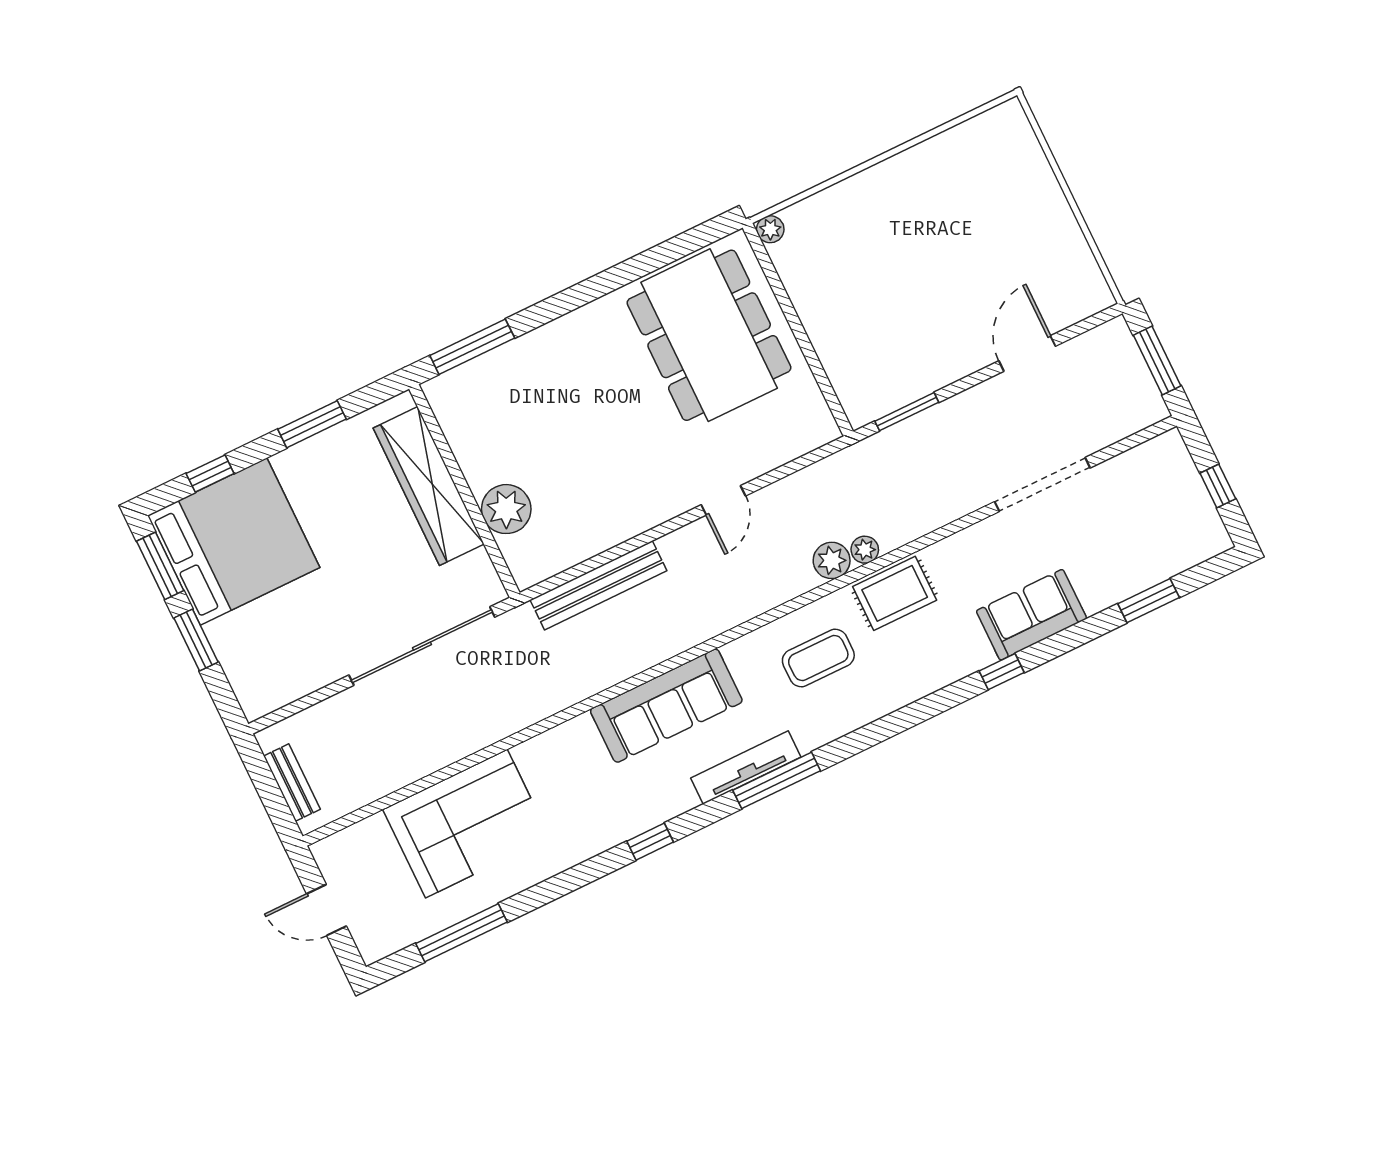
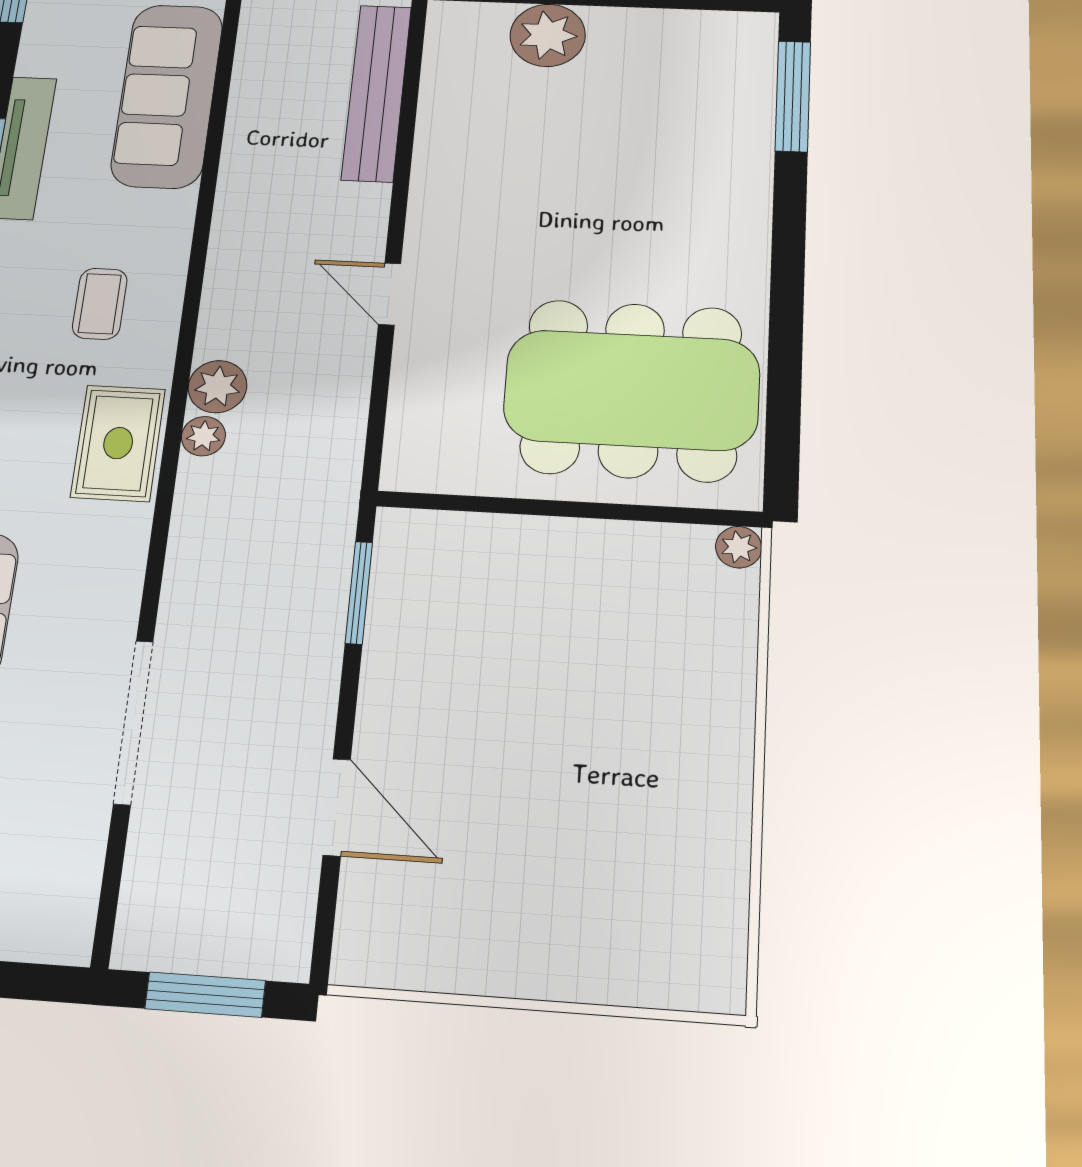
coffee table: (818, 658) -> (100, 304), width x0.73, depth x0.77

